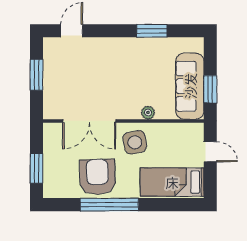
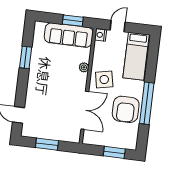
nightstand: (195, 130) -> (101, 35), added
armchair: (97, 177) -> (126, 109), turned -88

